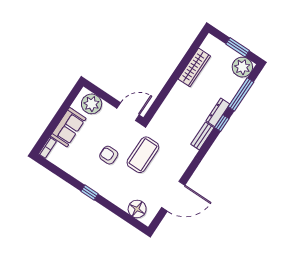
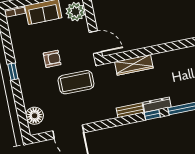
wardrobe: (194, 67) -> (134, 65), moved
armchair: (109, 155) -> (52, 59), turned 90

